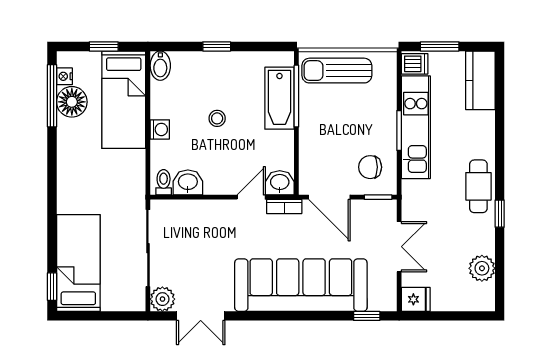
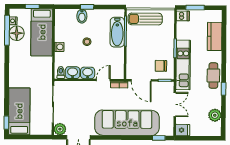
bidet: (160, 66) -> (82, 16), moved
kitchen counter: (480, 80) -> (215, 36), moved
kitchen unit: (416, 127) -> (183, 65), moved
washbasin: (280, 183) -> (88, 73), moved

